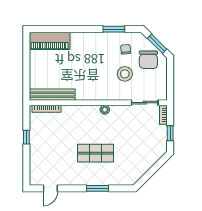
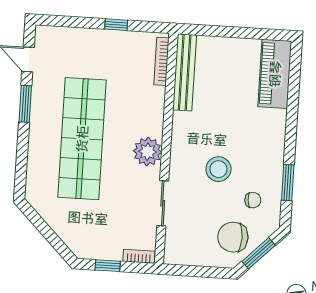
stool: (125, 74) -> (218, 169), moved
sliding door: (145, 103) -> (163, 203), moved
plant: (105, 110) -> (148, 152), width x1.87, depth x1.87
shop shelf: (95, 153) -> (82, 139), width x2.00, depth x1.36
window: (97, 188) -> (25, 104), moved

